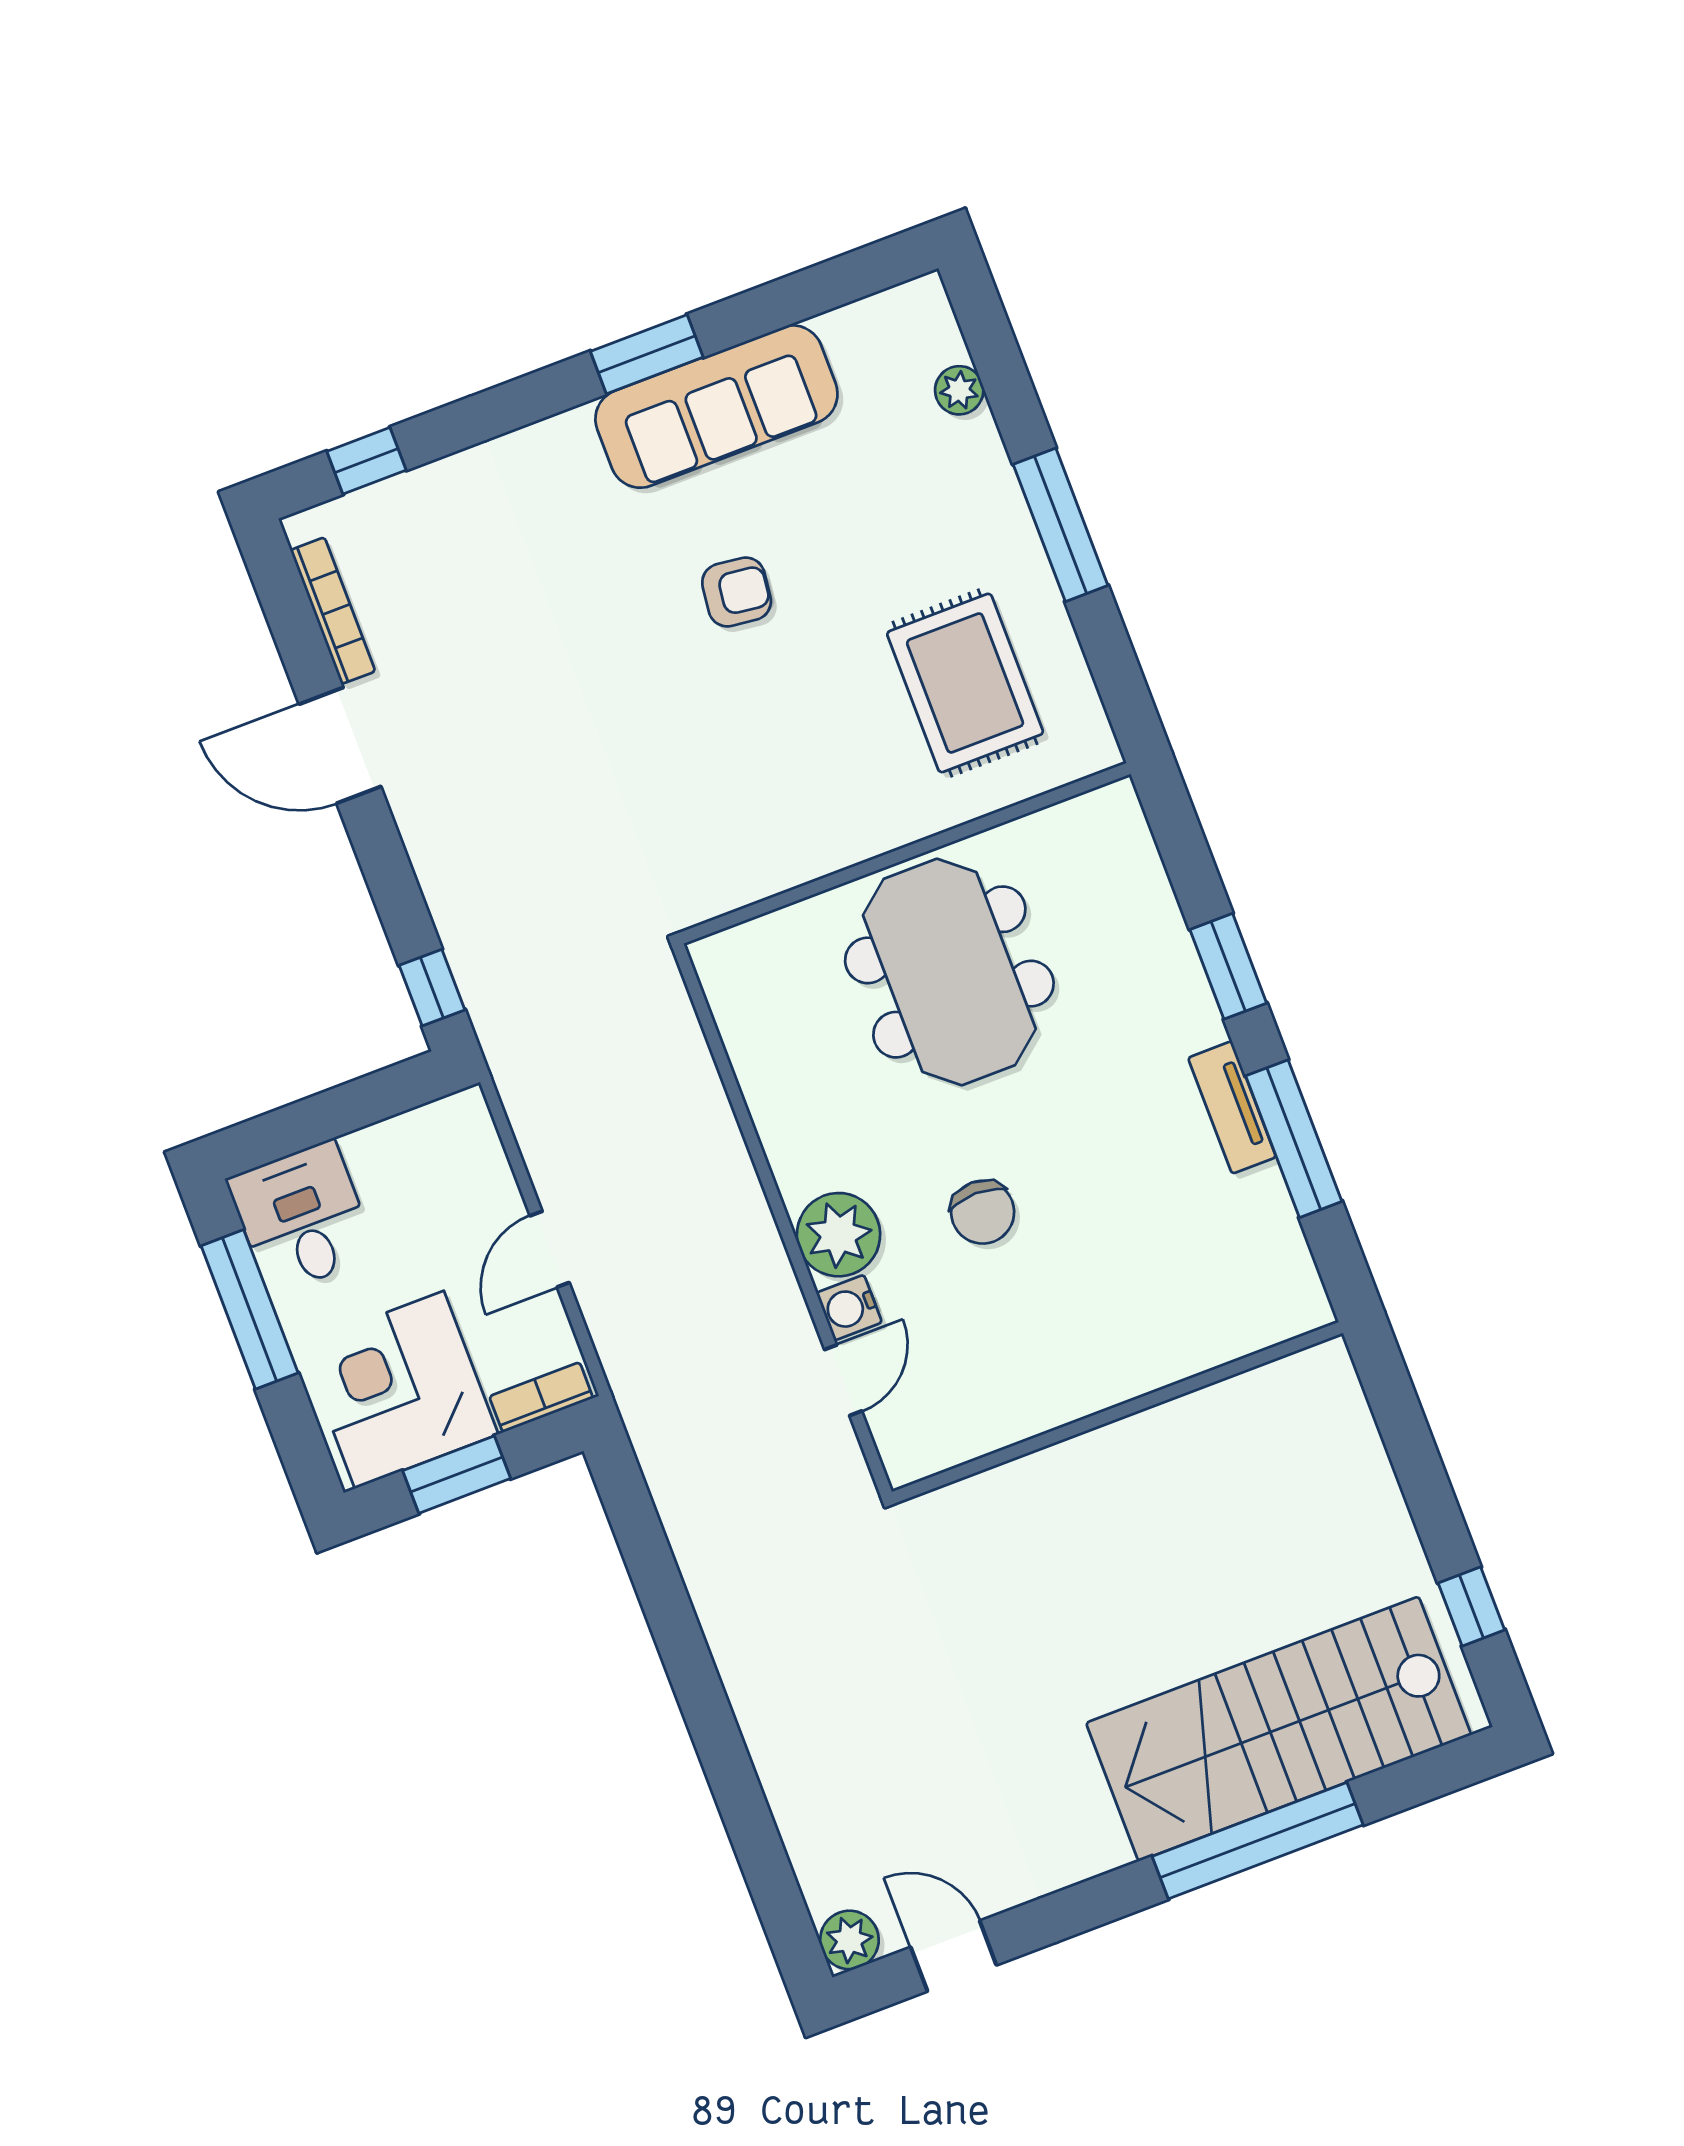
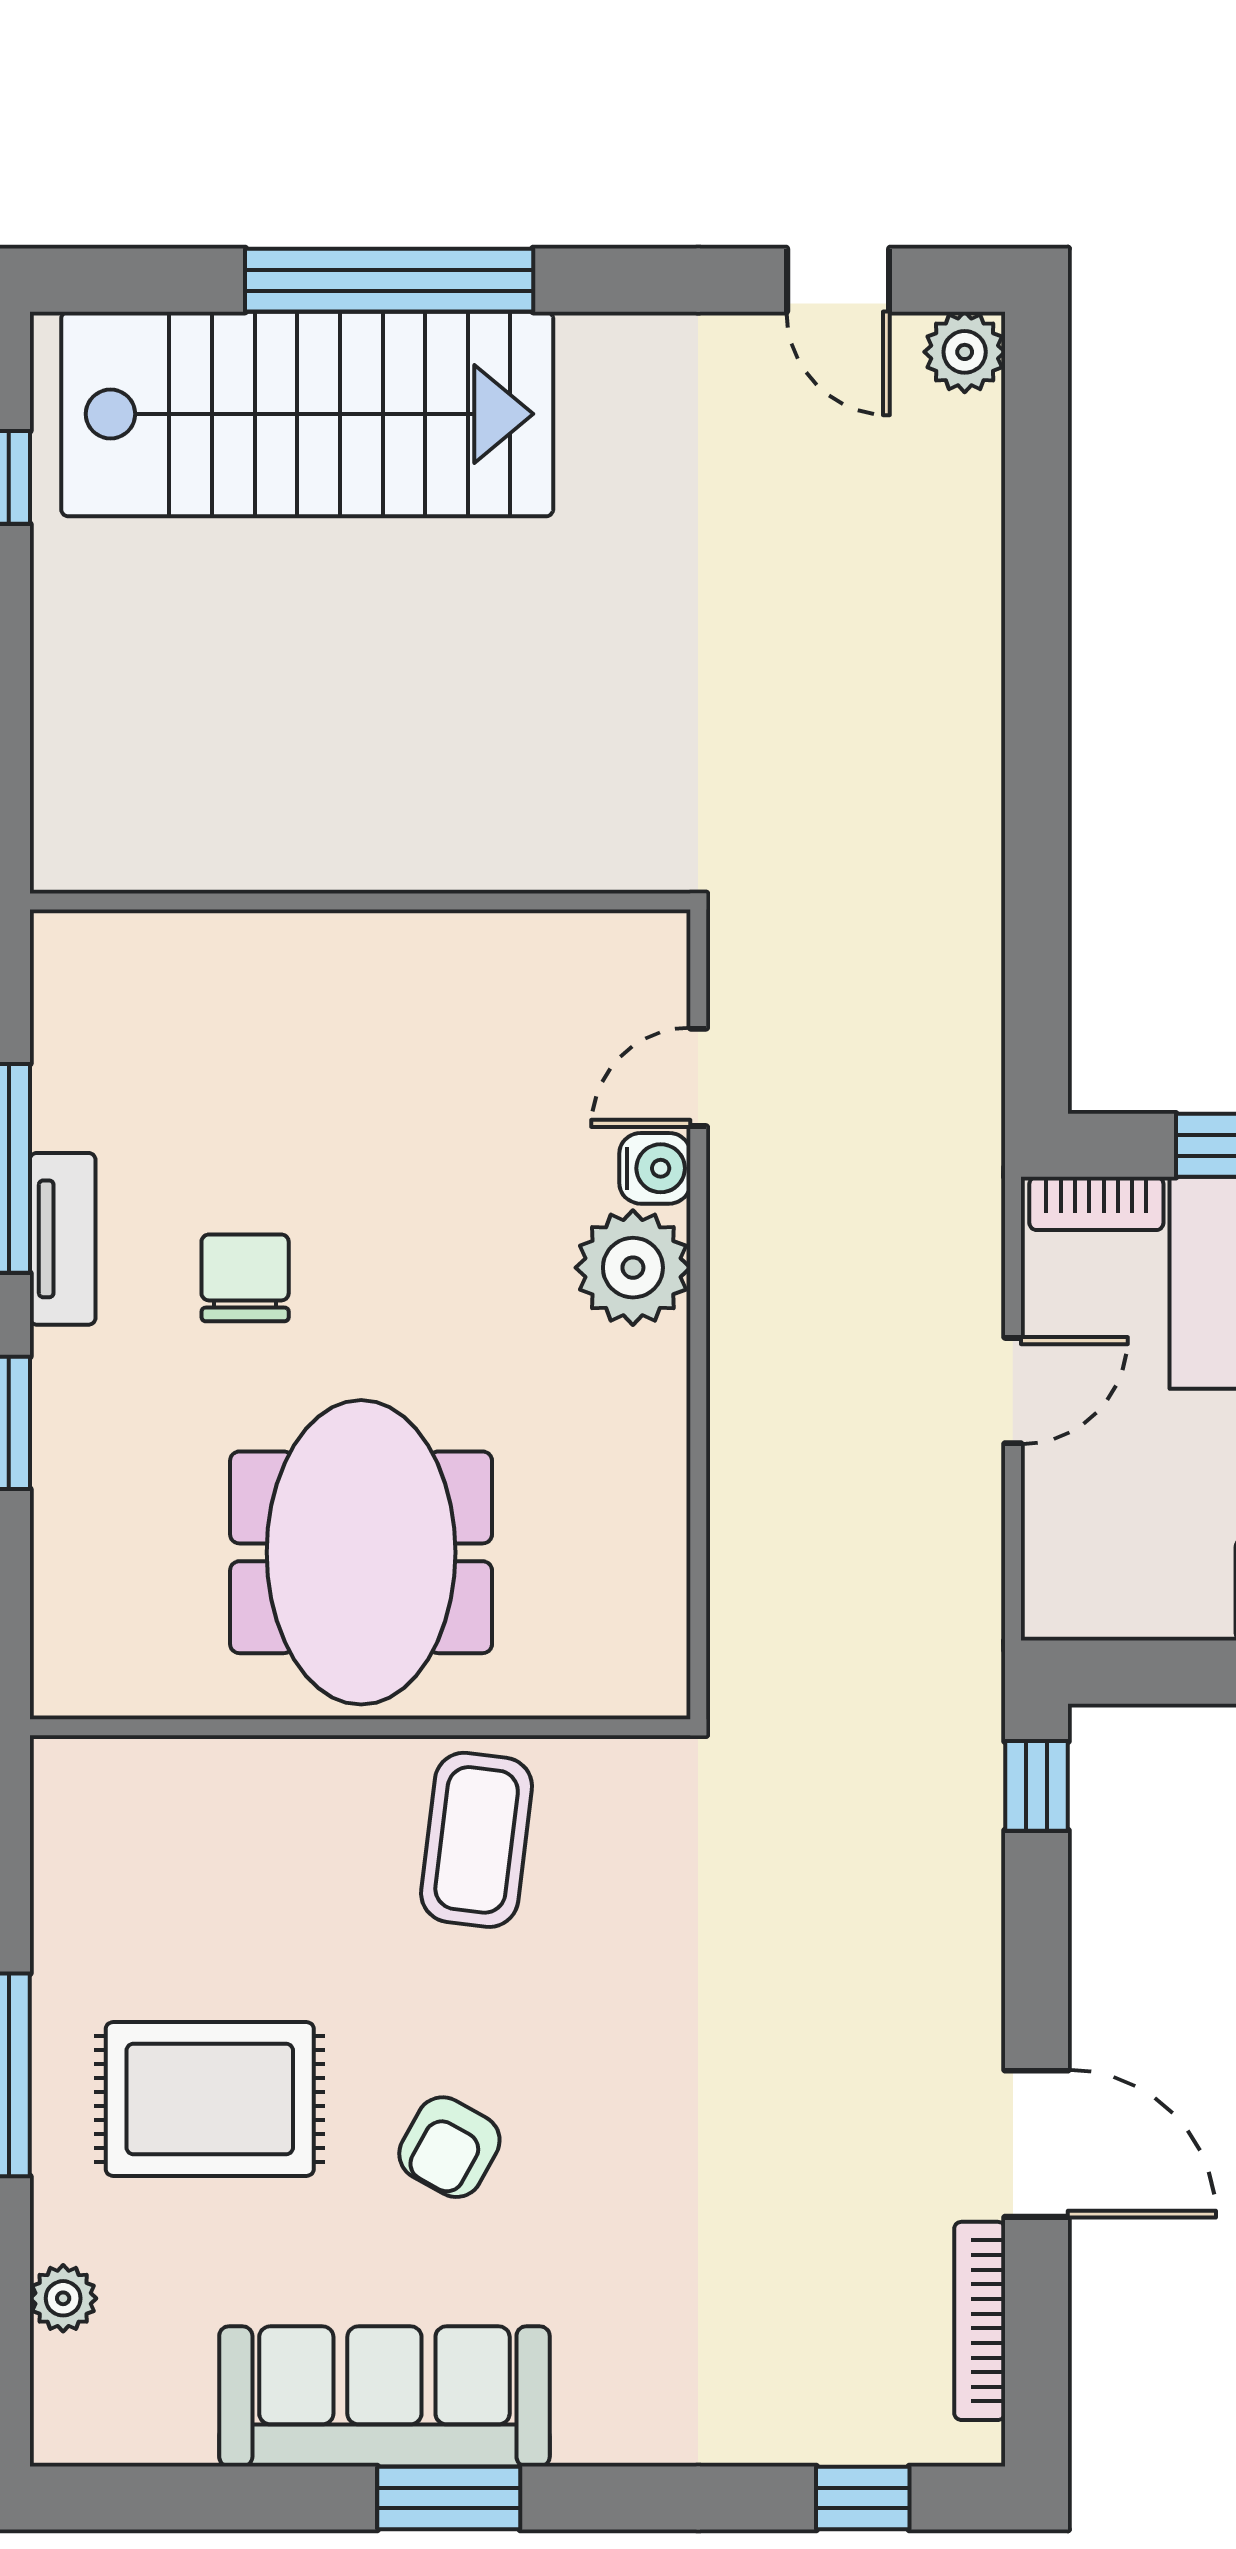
armchair: (737, 592) -> (449, 2147), turned -68
rug: (965, 683) -> (210, 2099), moved, turned 90
coffee table: (797, 807) -> (477, 1840), added
chair: (983, 1212) -> (245, 1278), moved

